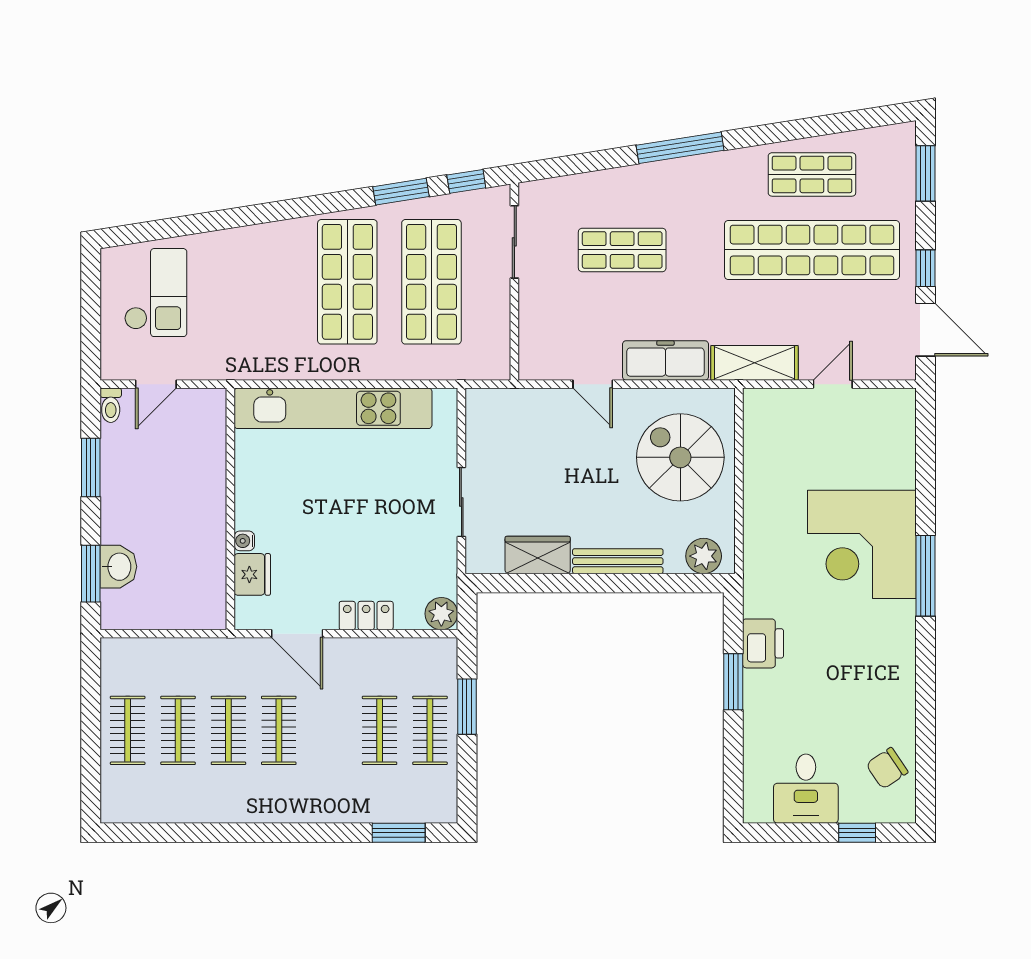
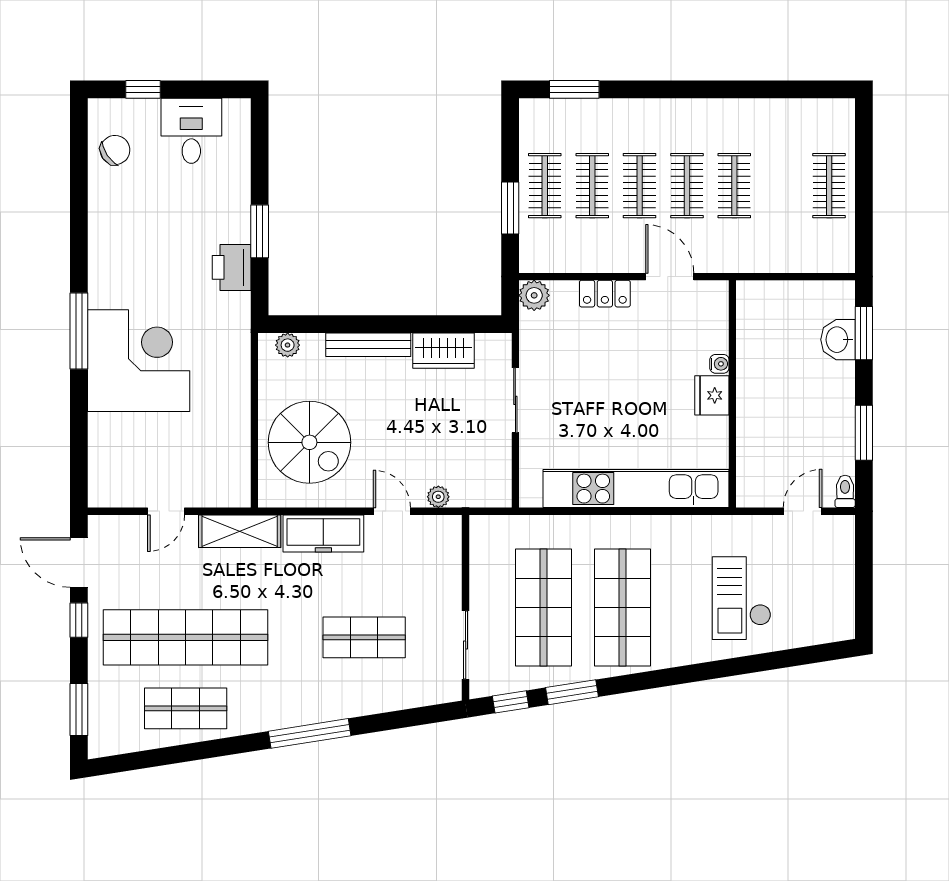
checkout: (156, 293) -> (742, 598), moved
plant: (543, 400) -> (438, 497), added
plant: (704, 556) -> (288, 345), width x0.73, depth x0.73
fridge: (252, 574) -> (712, 395), moved
clothes rail: (178, 730) -> (640, 186), moved

